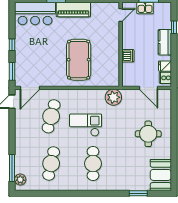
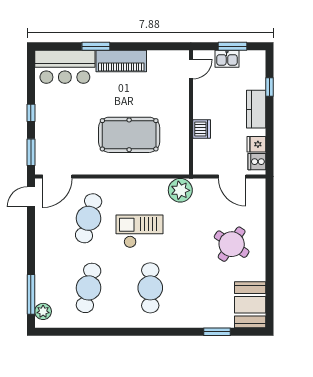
pool table: (79, 60) -> (129, 135), turned 90
round table: (148, 134) -> (232, 244), turned 34

